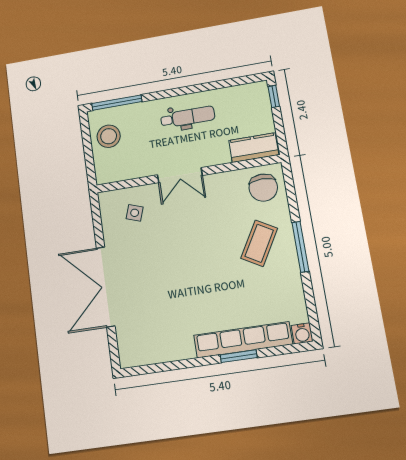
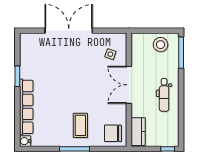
double door: (180, 175) -> (129, 85), width x1.37
coffee table: (259, 243) -> (80, 125), turned 60
window: (239, 356) -> (17, 76), moved

